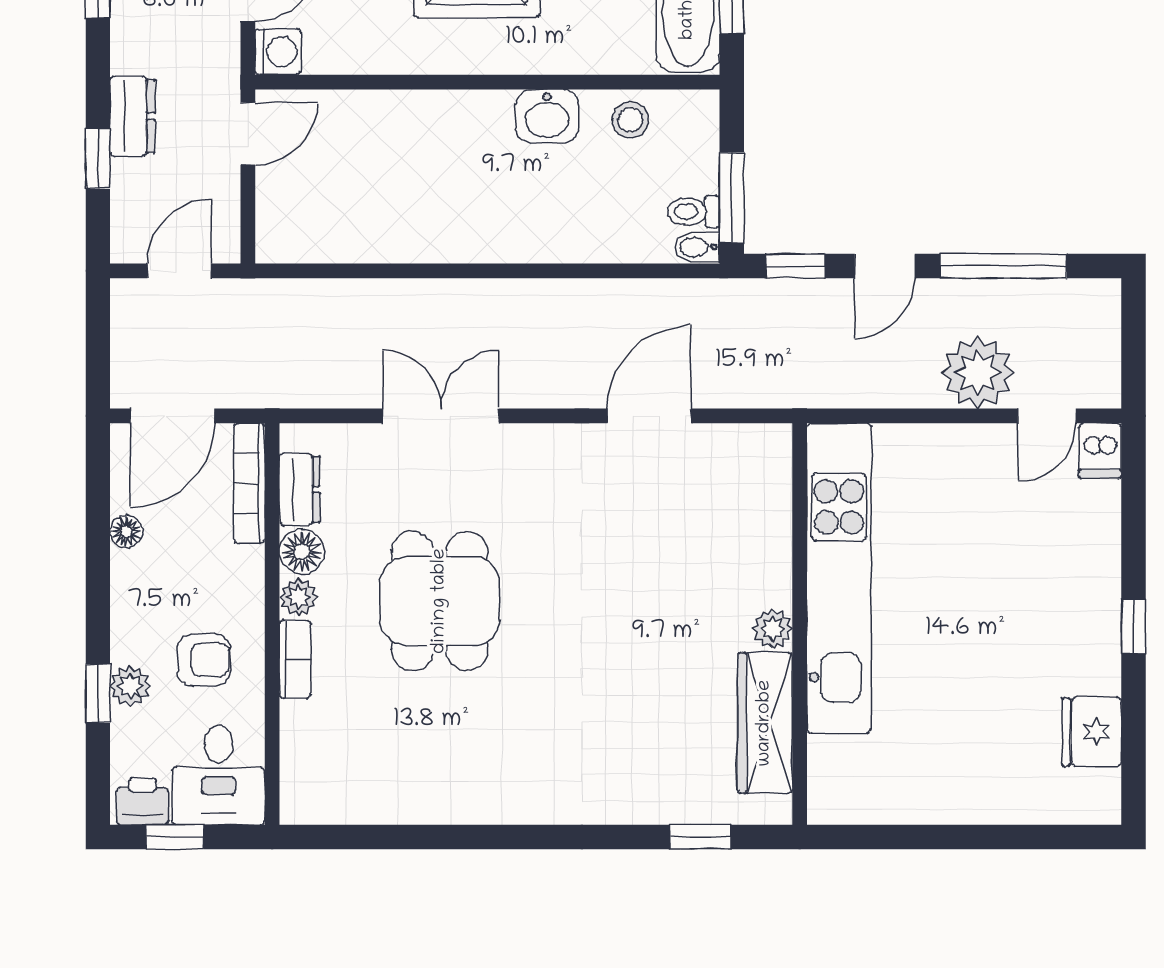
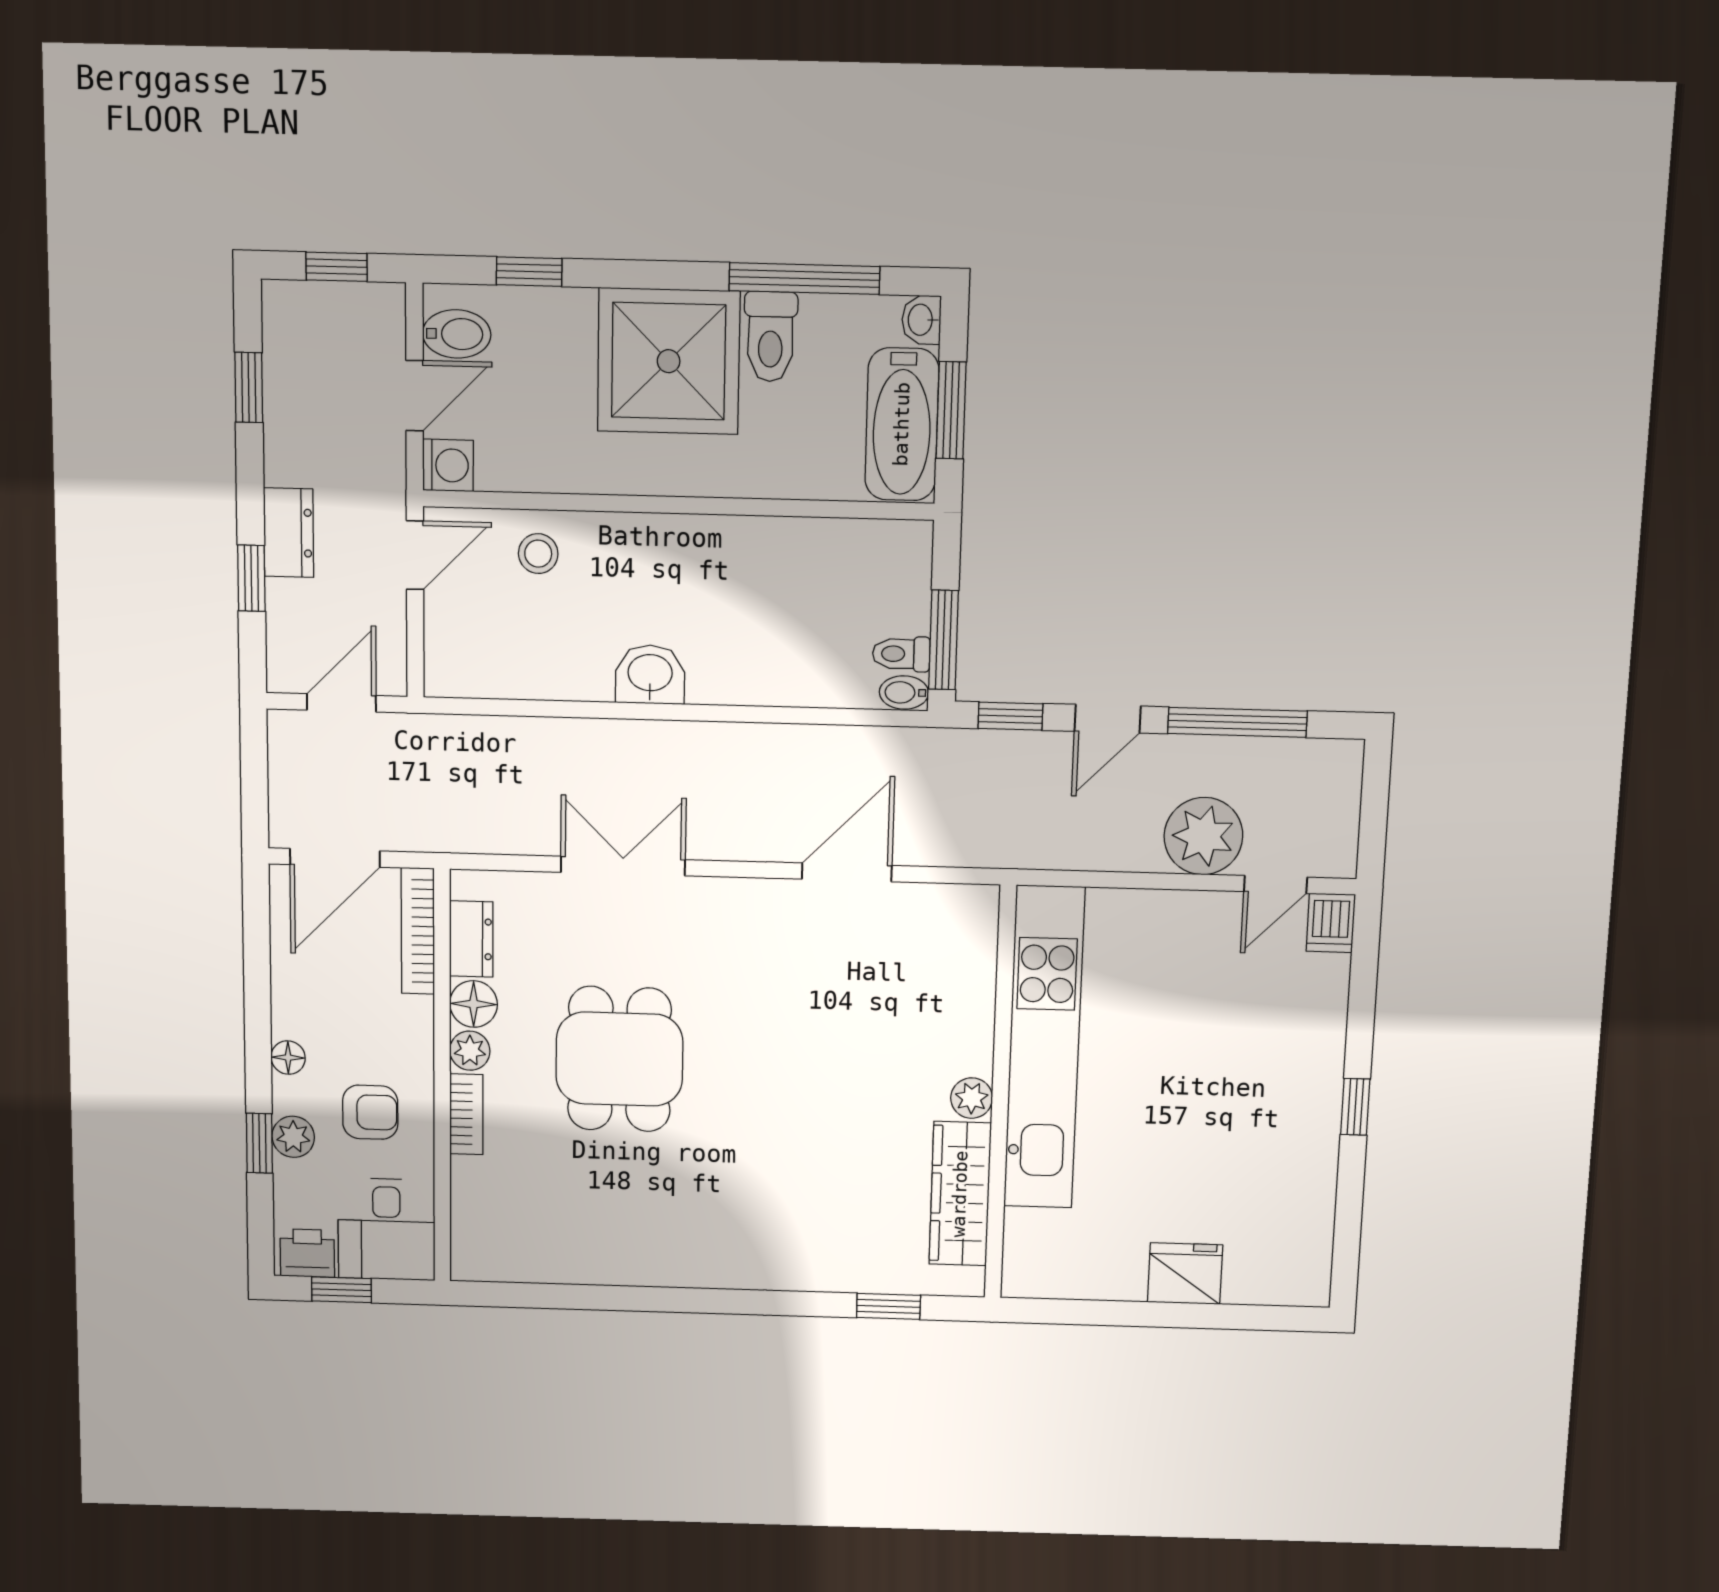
washbasin: (547, 116) -> (650, 674), moved, turned 180
stool: (630, 120) -> (538, 554), moved
floor lamp: (126, 532) -> (288, 1058), moved
fridge: (1092, 732) -> (1185, 1274), moved, turned 90

